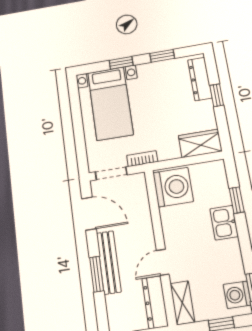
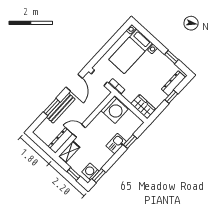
window: (121, 63) -> (154, 41), removed

